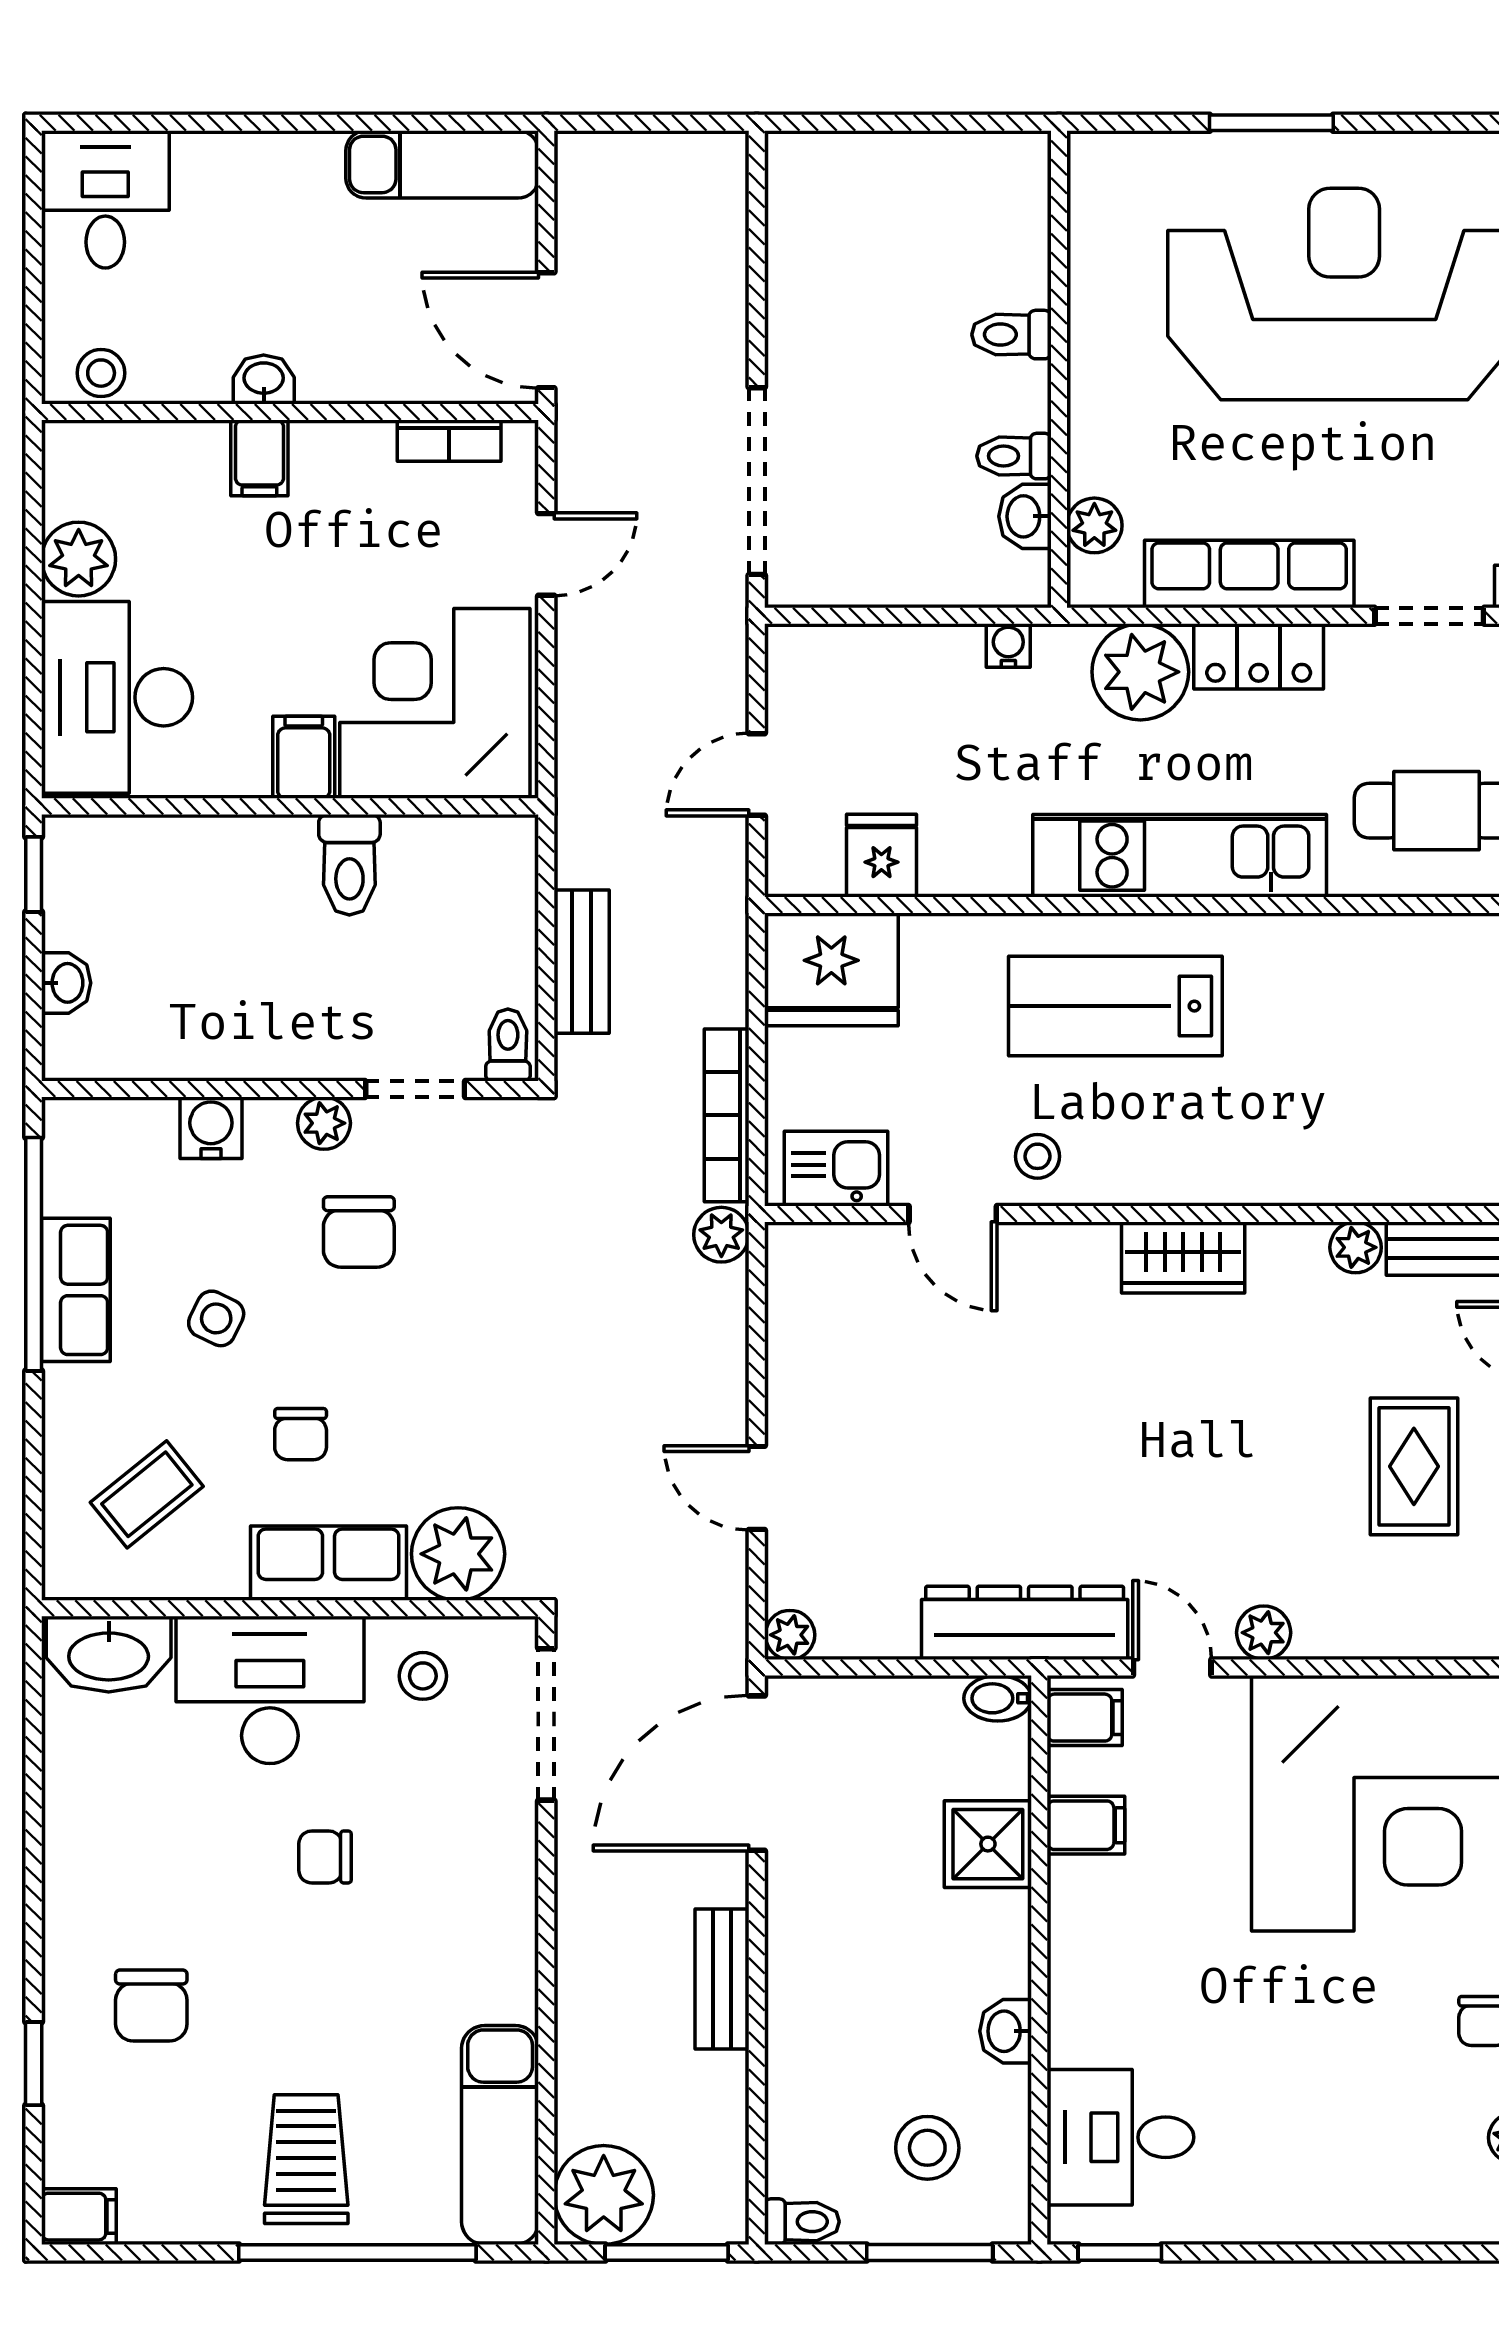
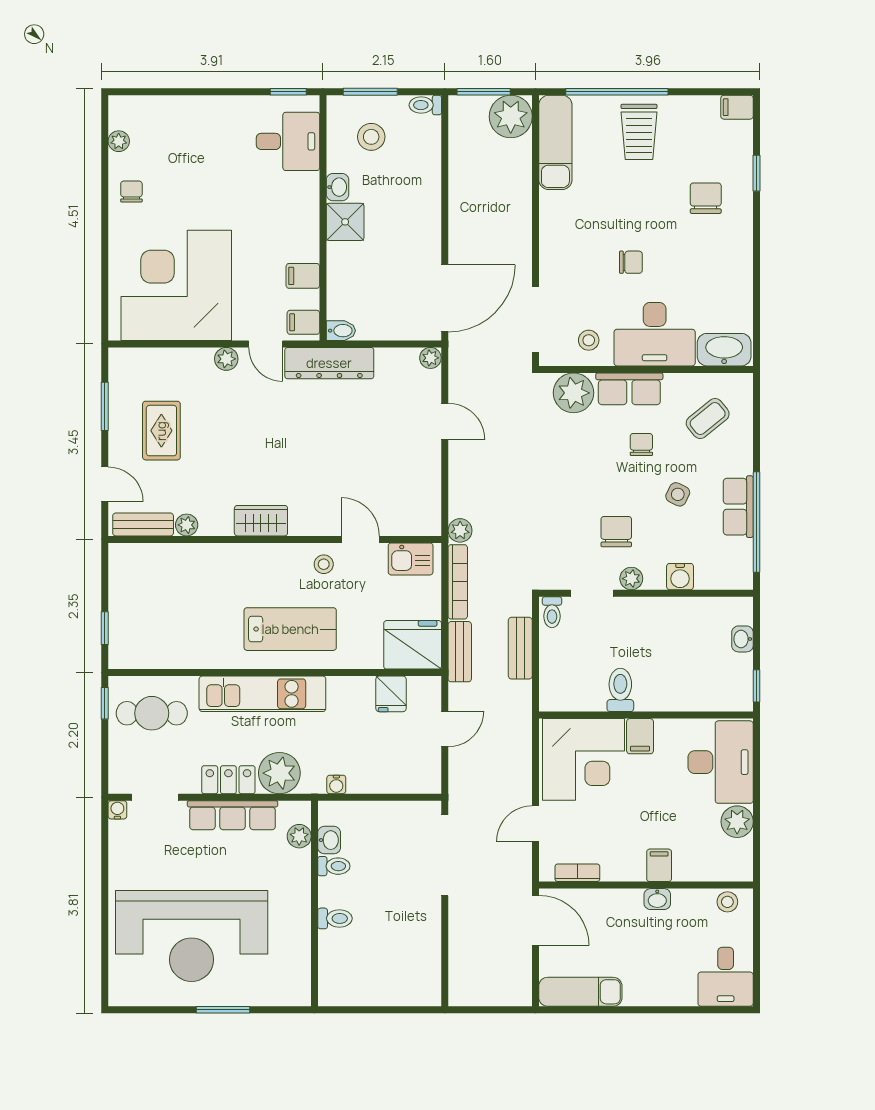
shower: (988, 1844) -> (345, 222), moved
bench: (722, 1979) -> (460, 652), moved

